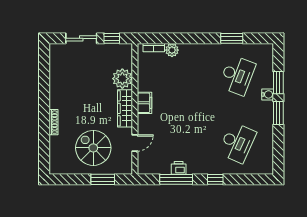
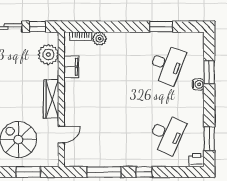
plant: (122, 79) -> (48, 55), moved
filing cabinet: (144, 103) -> (71, 67), moved
window: (278, 113) -> (209, 139), moved
printer: (179, 168) -> (197, 160), moved

